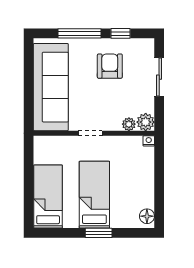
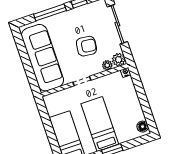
armchair: (110, 66) -> (86, 46), moved, turned 97
sliding door: (159, 77) -> (117, 24), width x1.37

